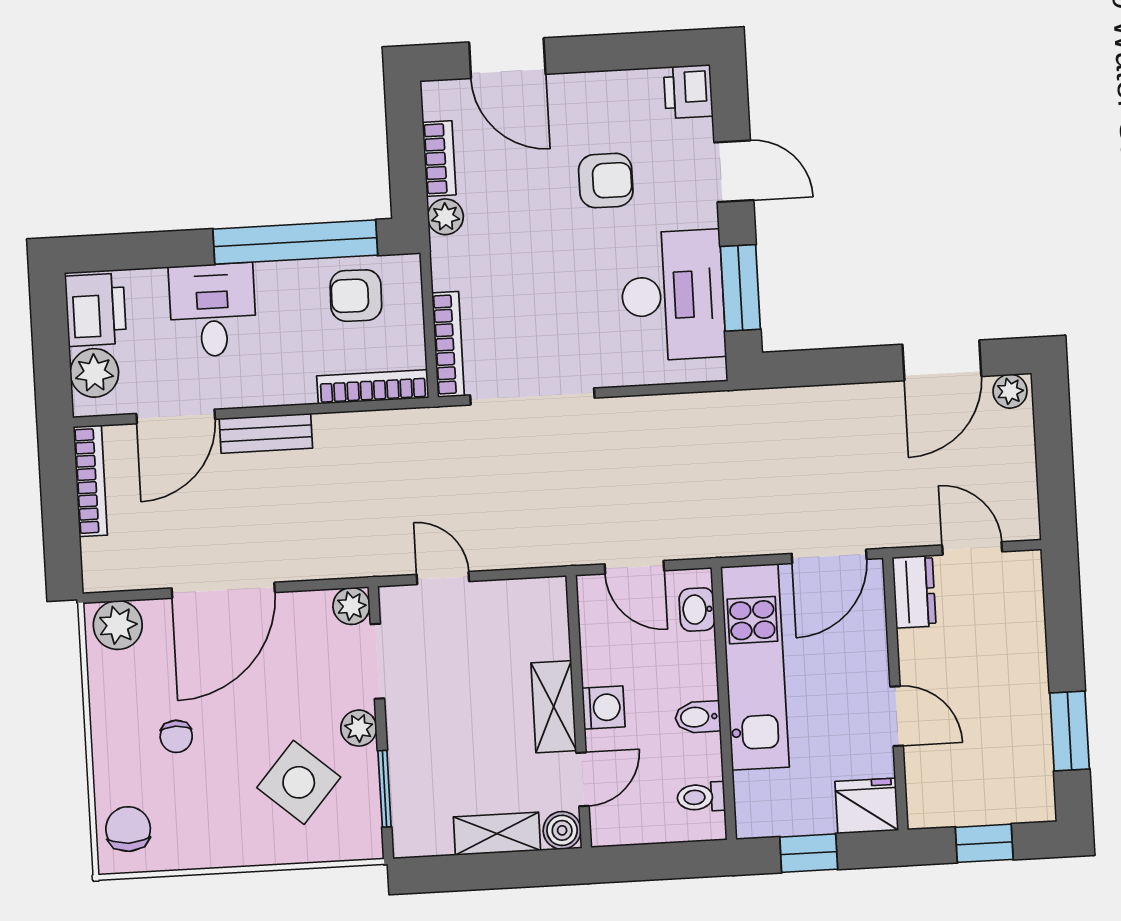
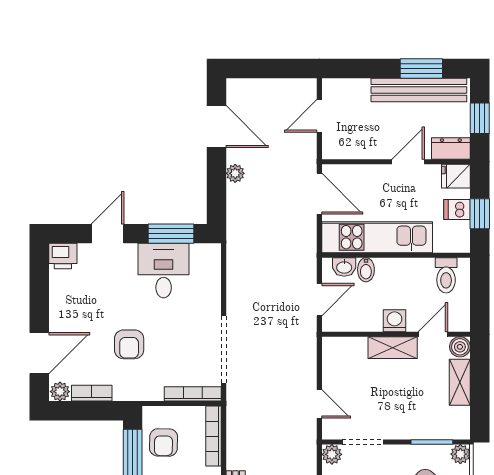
armchair: (606, 181) -> (129, 344), moved, turned 180
plant: (445, 217) -> (60, 392), moved
desk: (673, 295) -> (164, 271), width x0.73
plant: (1010, 391) -> (235, 173), moved
door: (443, 578) -> (319, 404), swing flipped
dresser: (914, 592) -> (451, 149), moved
bidet: (698, 717) -> (366, 270), moved
plant: (359, 728) -> (460, 454), moved
bench: (1030, 729) -> (419, 90), added
door: (583, 779) -> (433, 334), hinge flipped
toilet: (701, 797) -> (446, 275), width x1.37, depth x1.39
fridge: (867, 806) -> (456, 176), width x0.72
dishwasher: (814, 811) -> (457, 209), added

